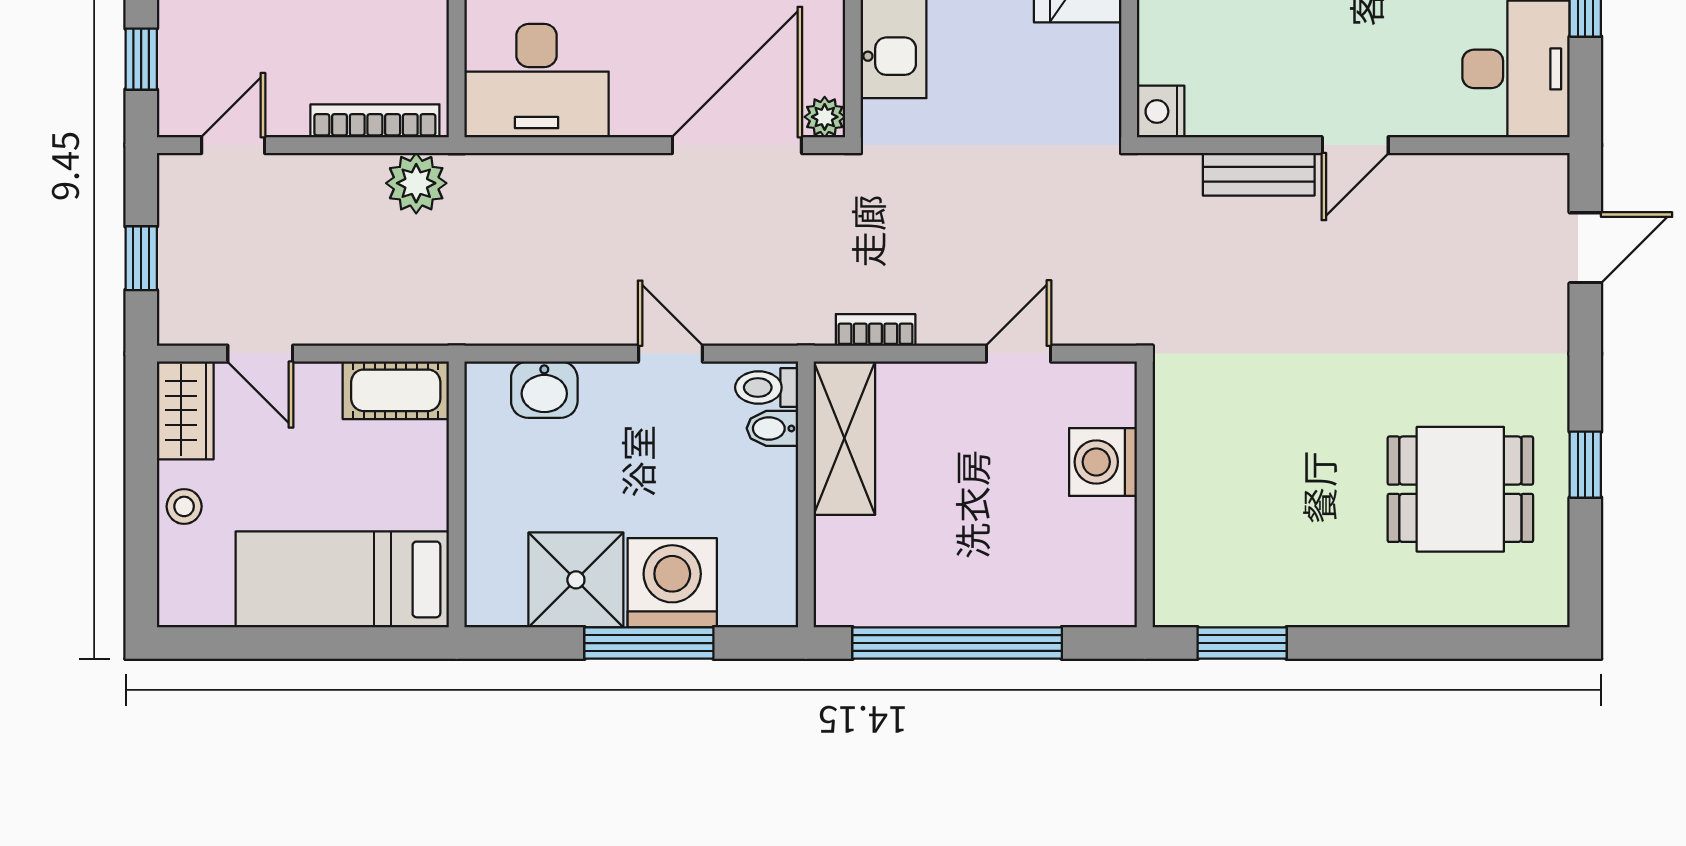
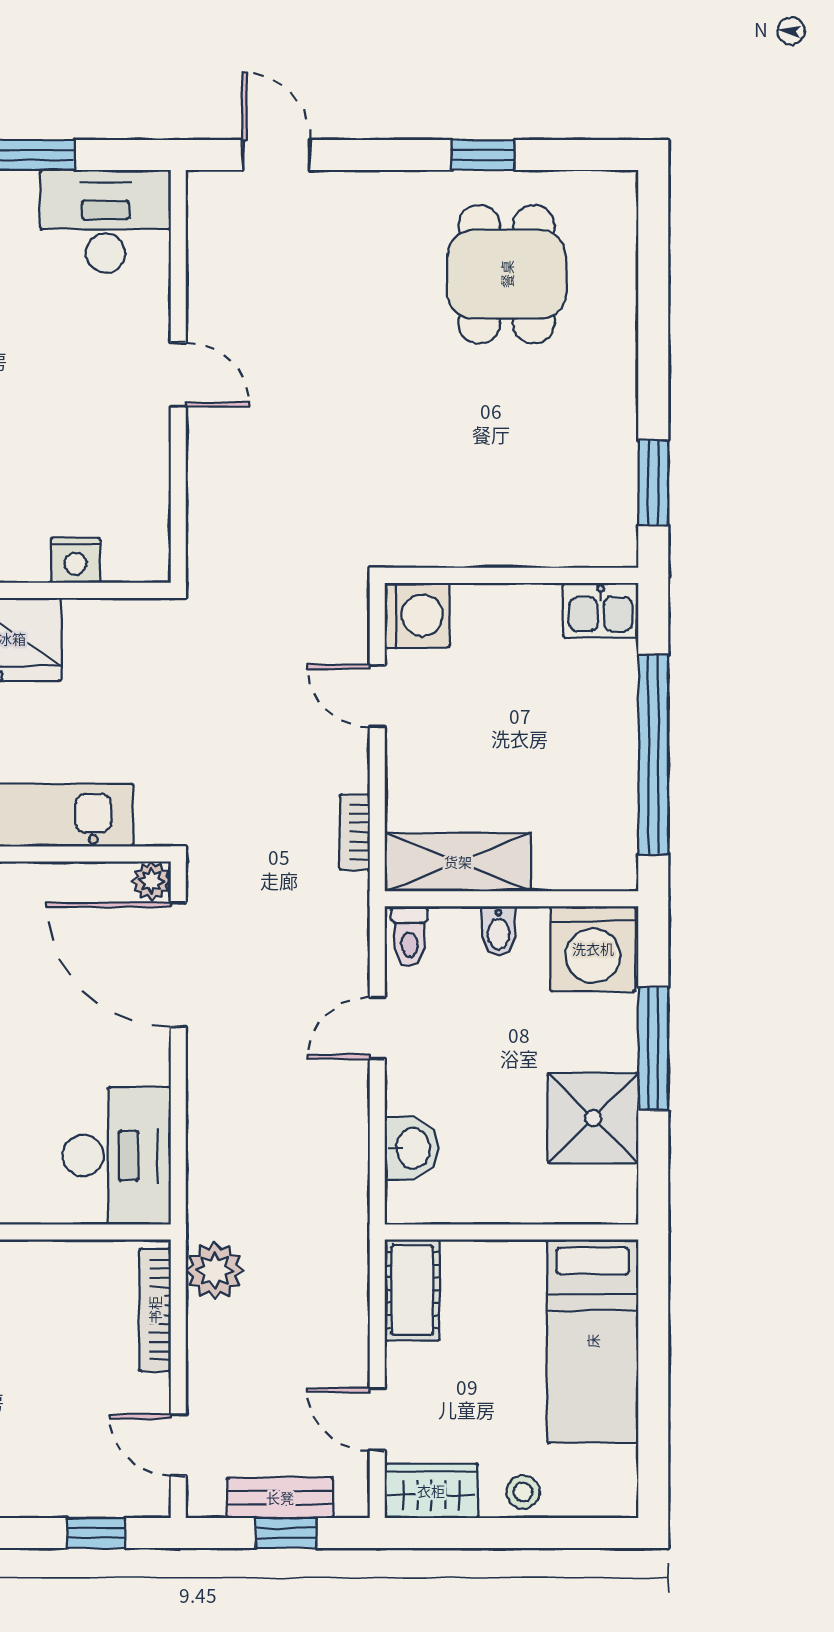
nightstand: (1161, 111) -> (76, 560), moved
bench: (1259, 174) -> (280, 1498), moved, turned 90
door: (260, 354) -> (377, 1419), swing flipped
bidet: (772, 428) -> (499, 931), moved
washing machine: (1103, 462) -> (417, 615), moved, turned -90
washing machine: (672, 583) -> (593, 949), moved, turned -90
kitchen sink: (1108, 588) -> (601, 610), added

